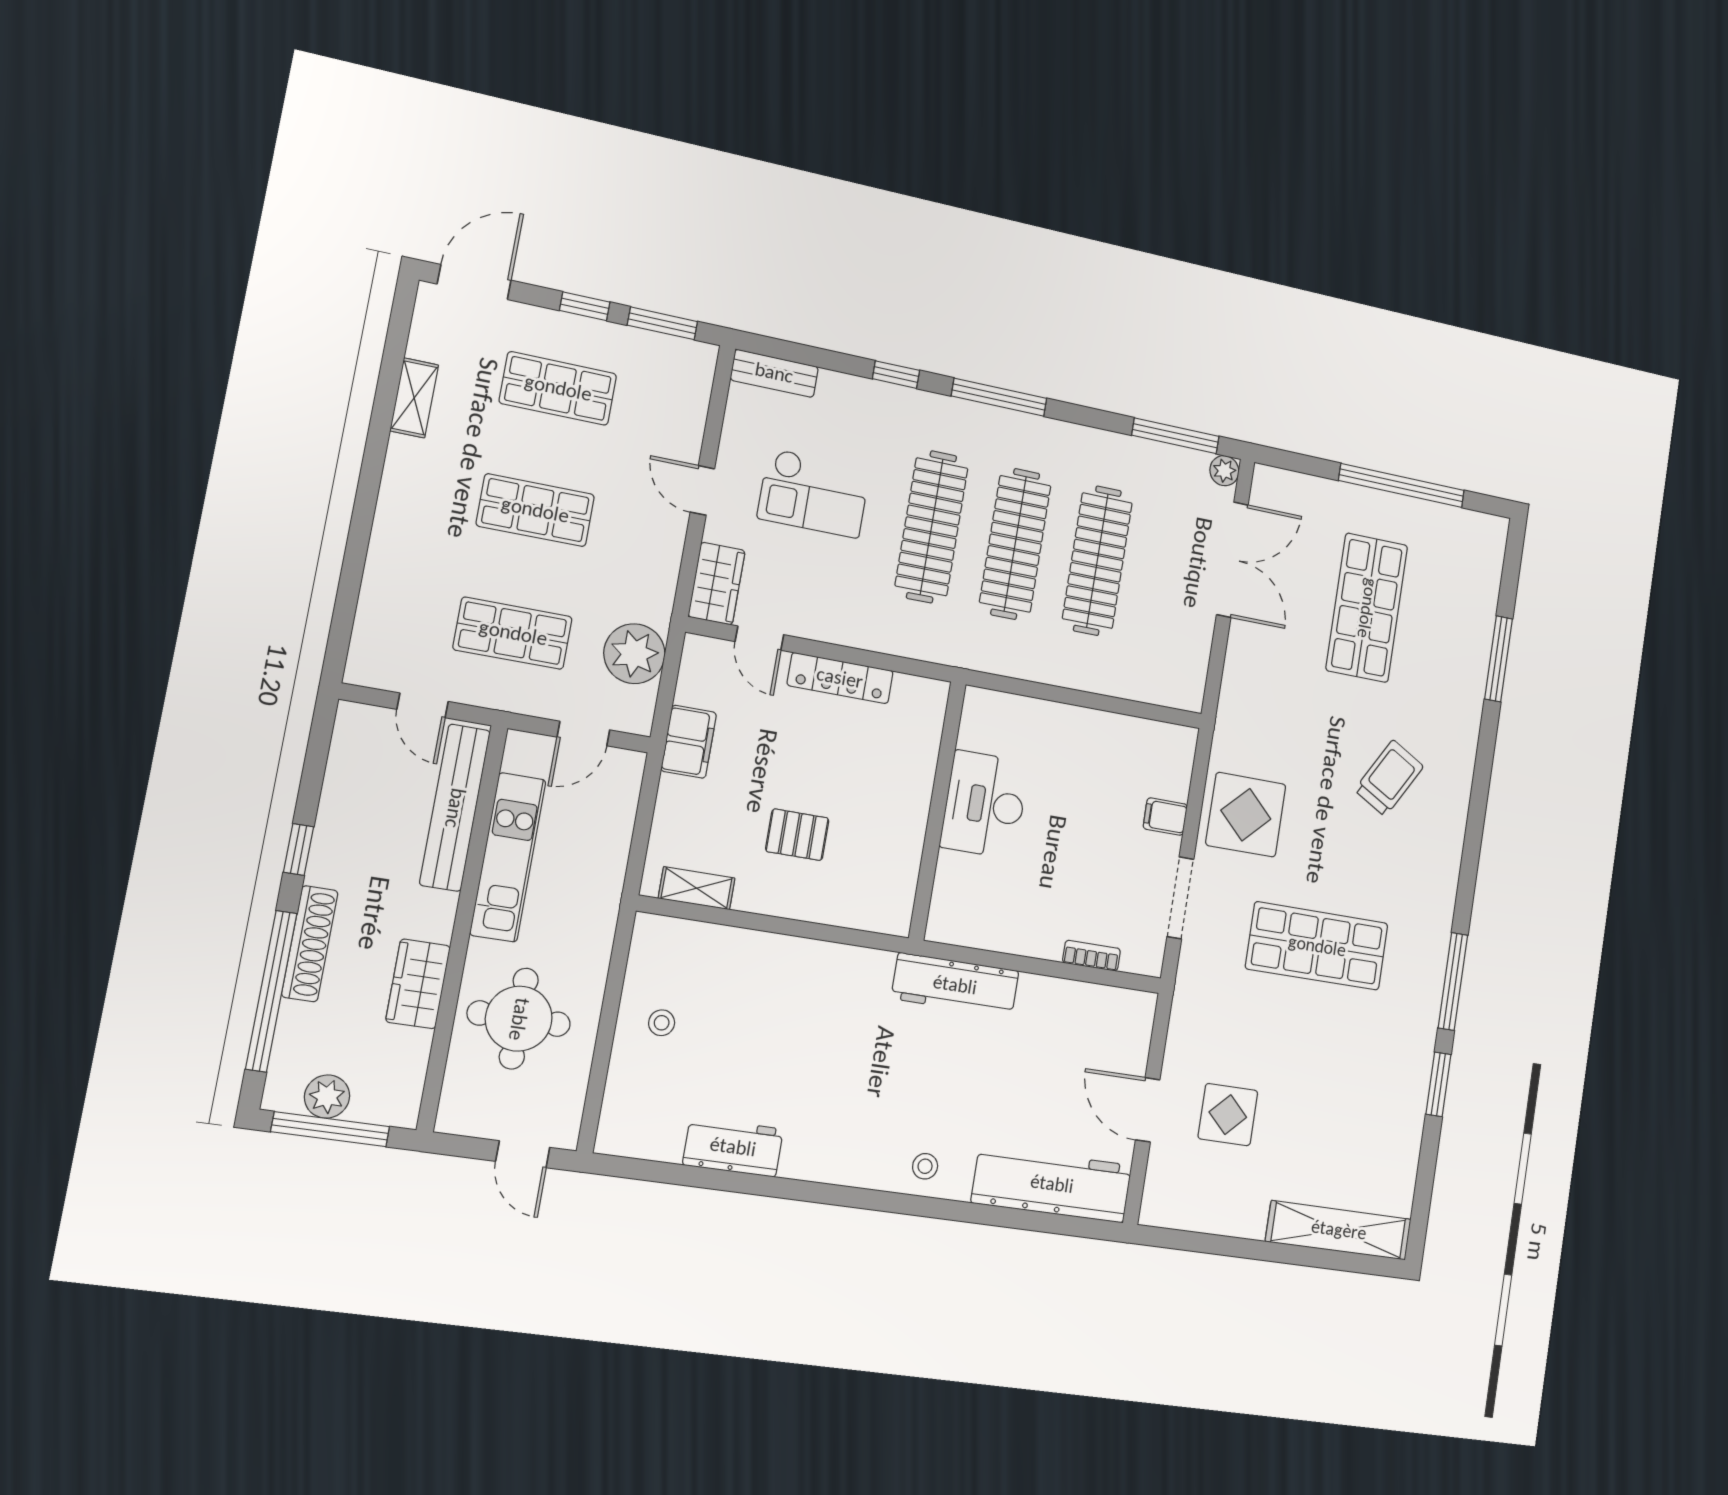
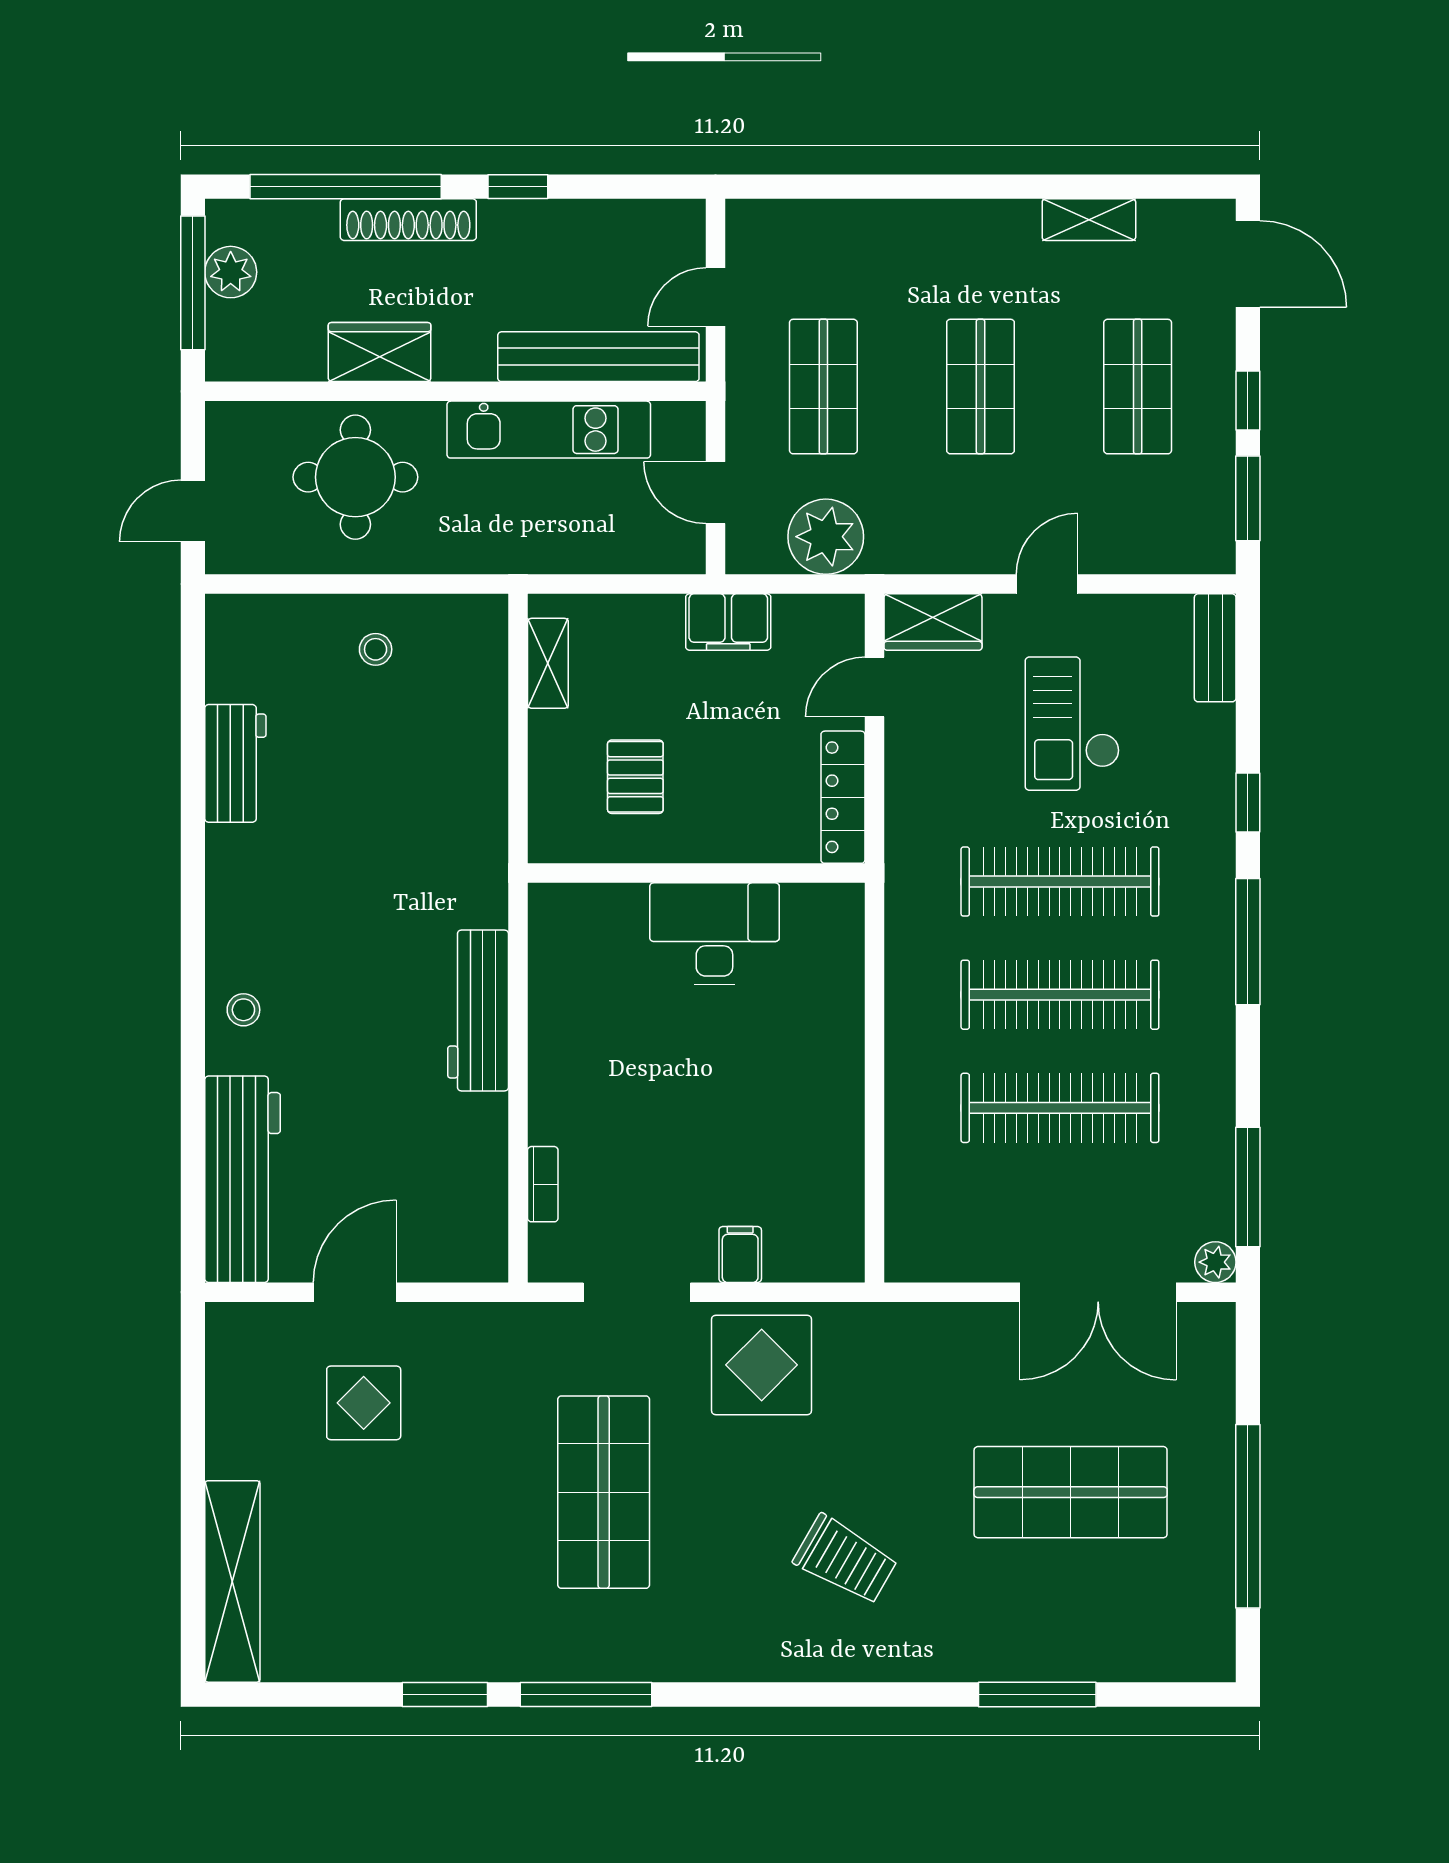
desk: (985, 805) -> (714, 933), moved
wall: (937, 810) -> (696, 873), moved

